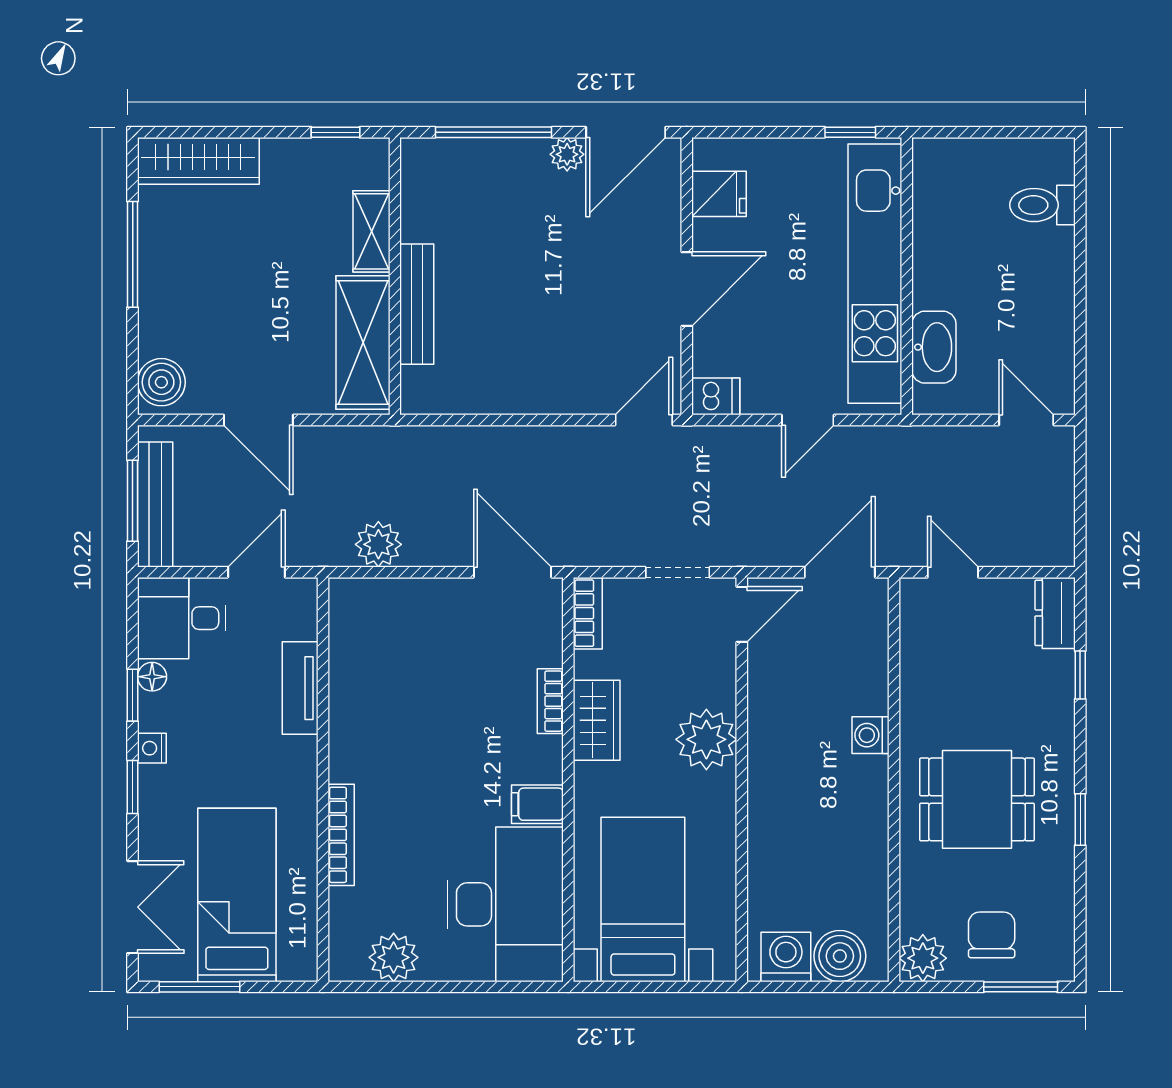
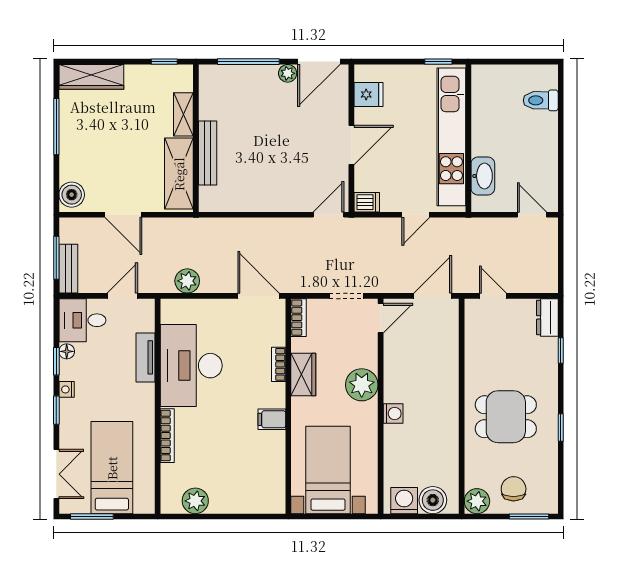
bench: (155, 505) -> (68, 269), width x0.73
washing machine: (871, 735) -> (393, 413), moved, turned 180
desk: (505, 904) -> (191, 366), moved, turned 180

